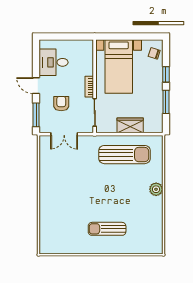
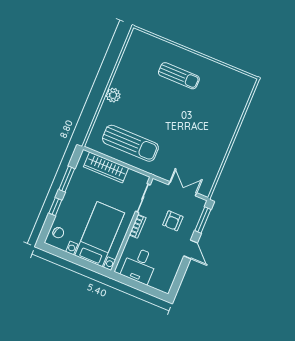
desk: (54, 62) -> (139, 265), moved, turned 90
wardrobe: (130, 125) -> (106, 167), width x1.50
sun lounger: (124, 155) -> (130, 143), turned 180

